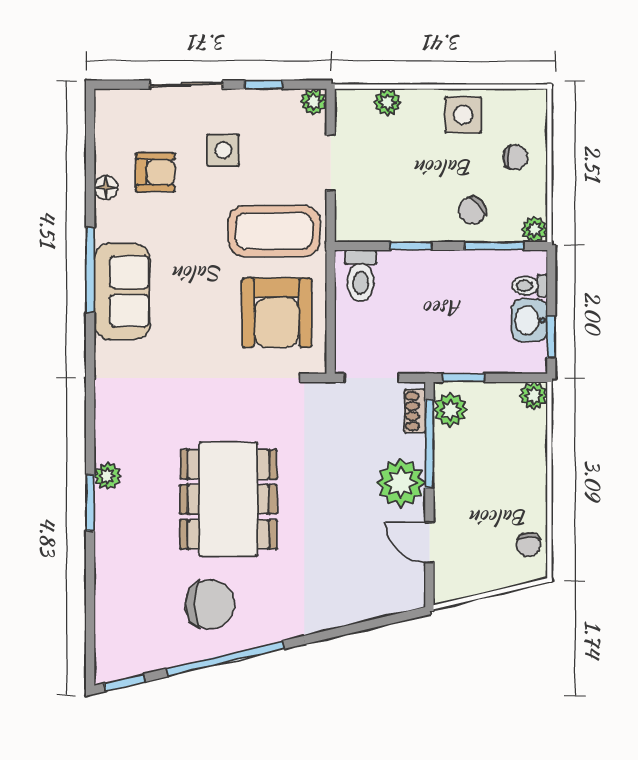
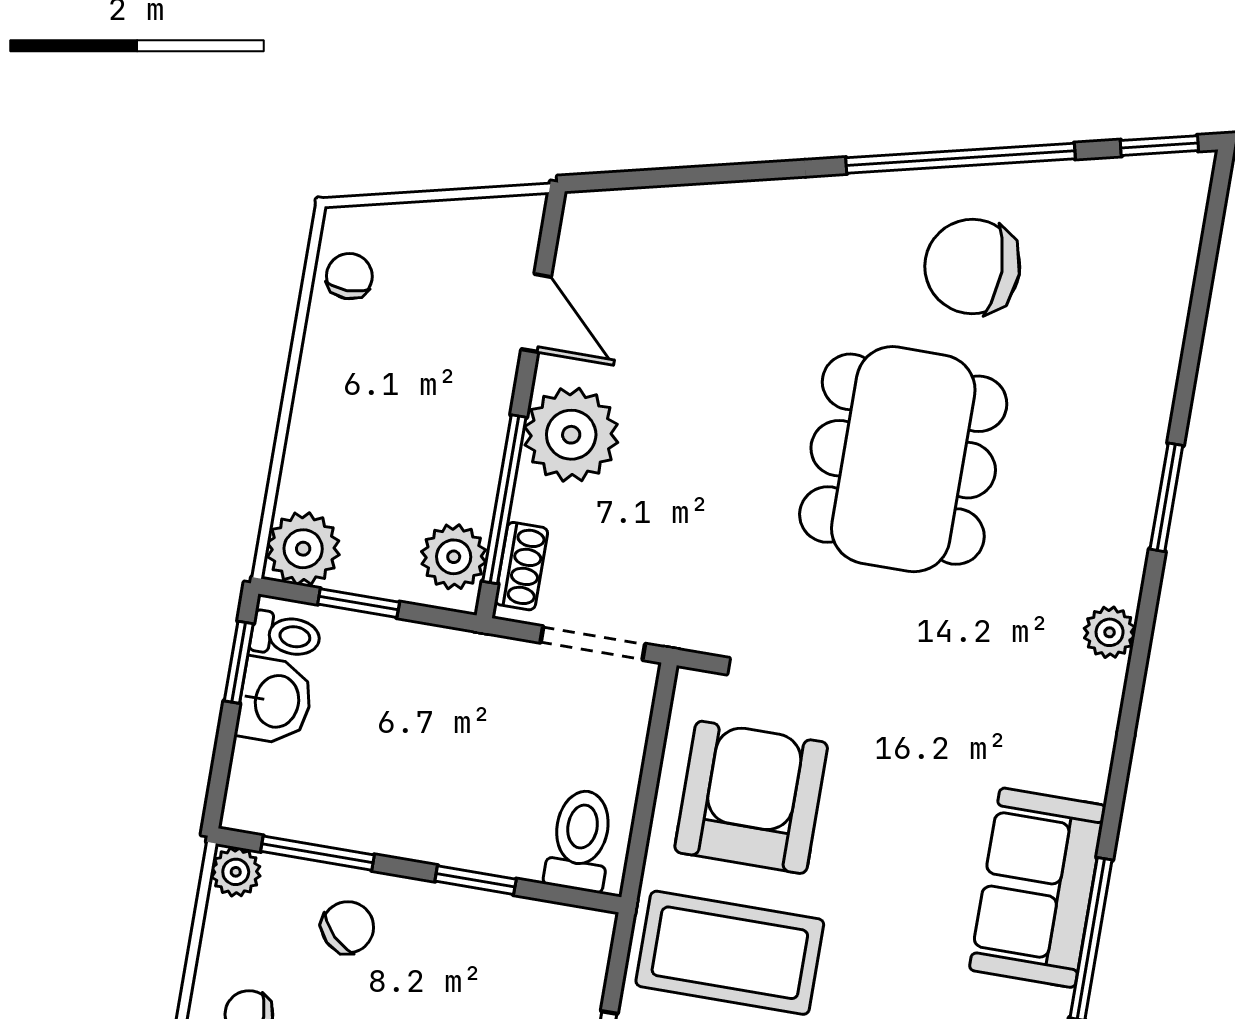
toilet: (530, 286) -> (286, 635), moved
window: (463, 378) -> (359, 603), moved
plant: (533, 396) -> (303, 549), width x1.38, depth x1.38
plant: (107, 476) -> (1110, 632), moved

